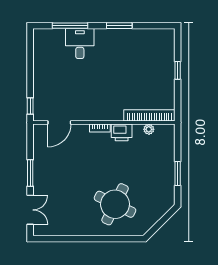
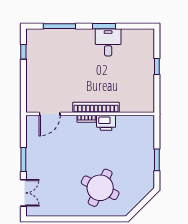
desk: (80, 44) -> (108, 42), moved
window: (30, 106) -> (23, 52), moved
bookcase: (149, 115) -> (96, 107), moved
plant: (149, 129) -> (131, 120), removed

